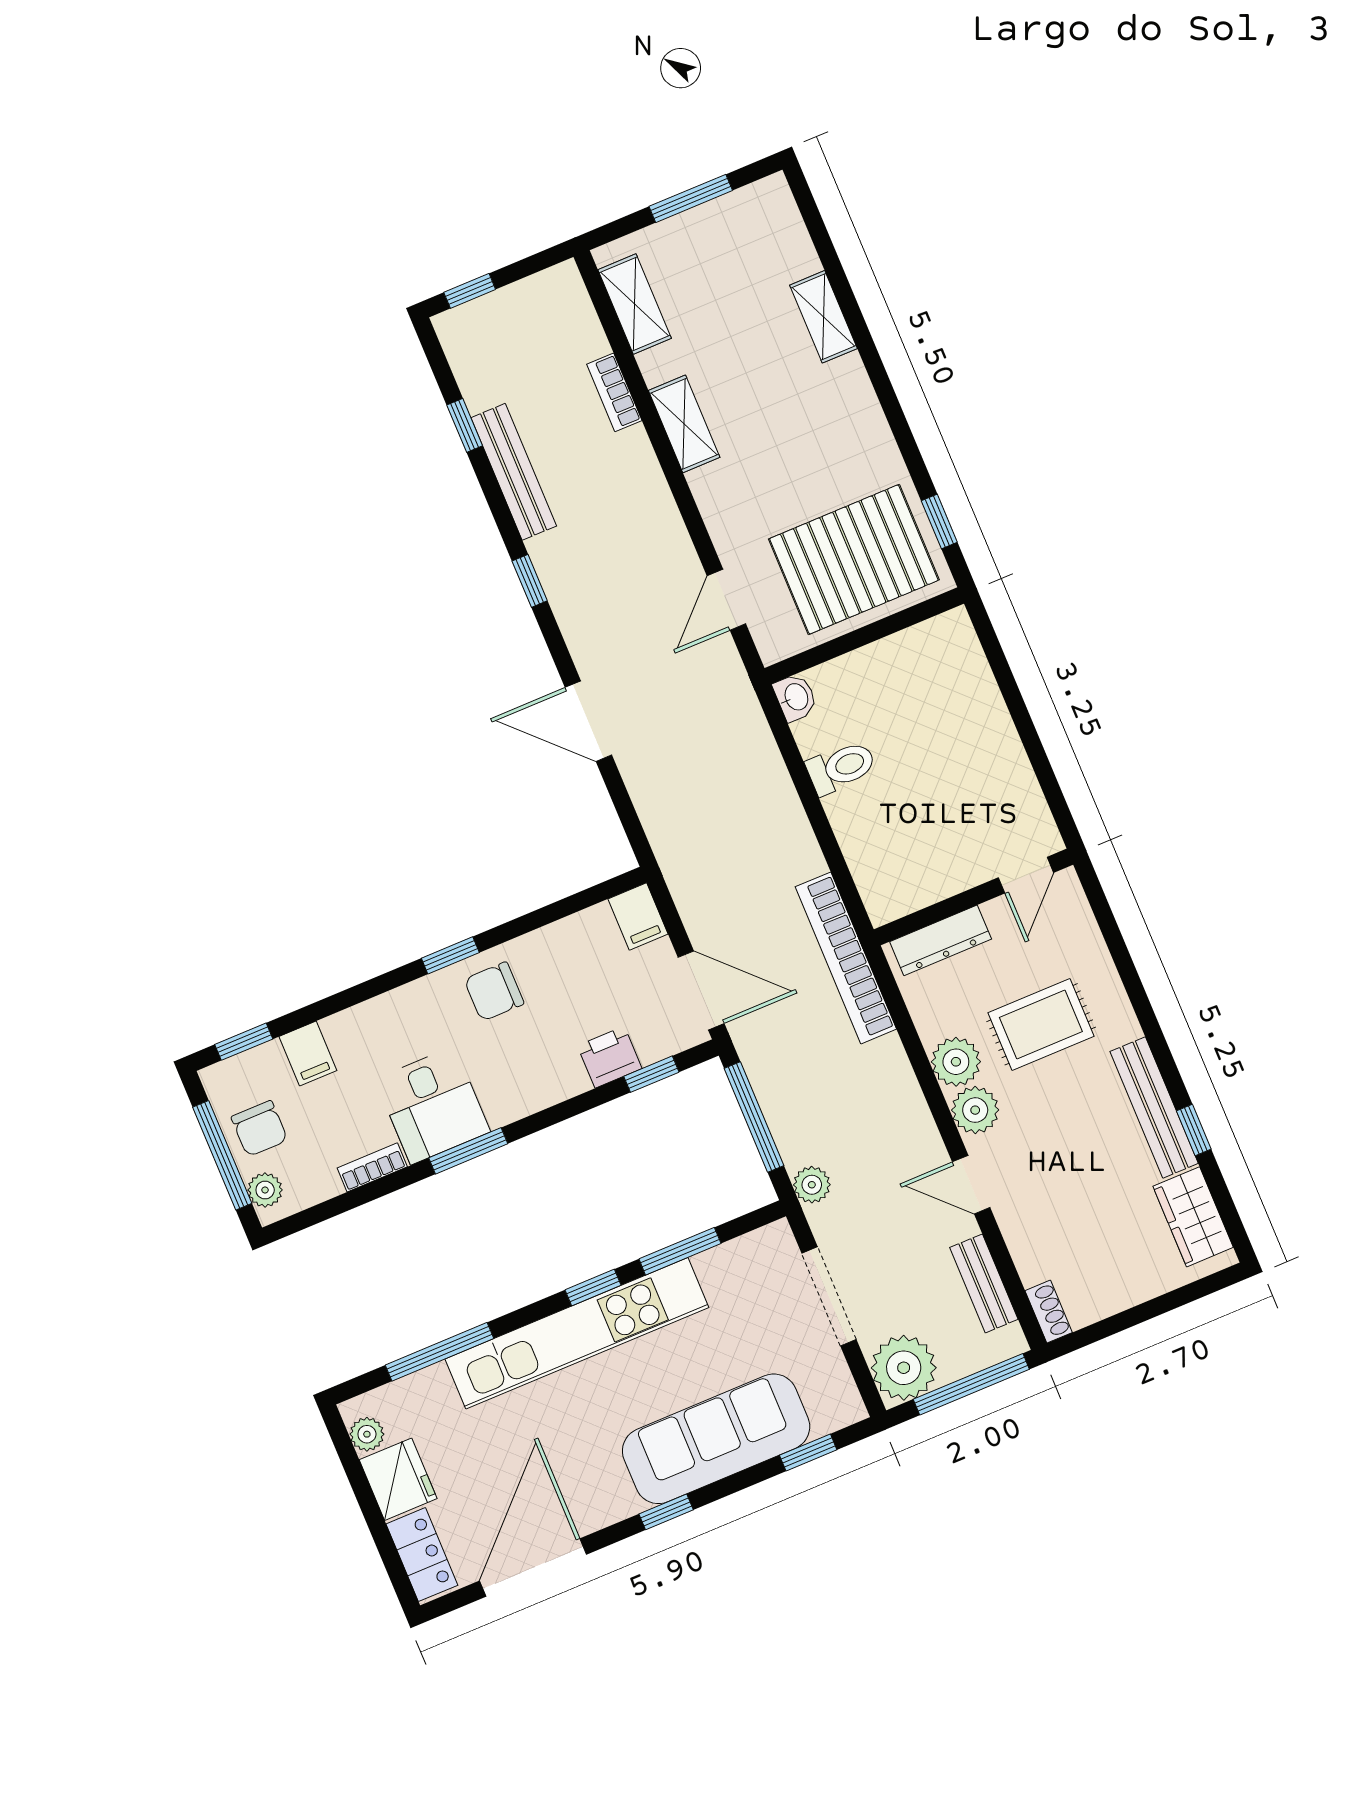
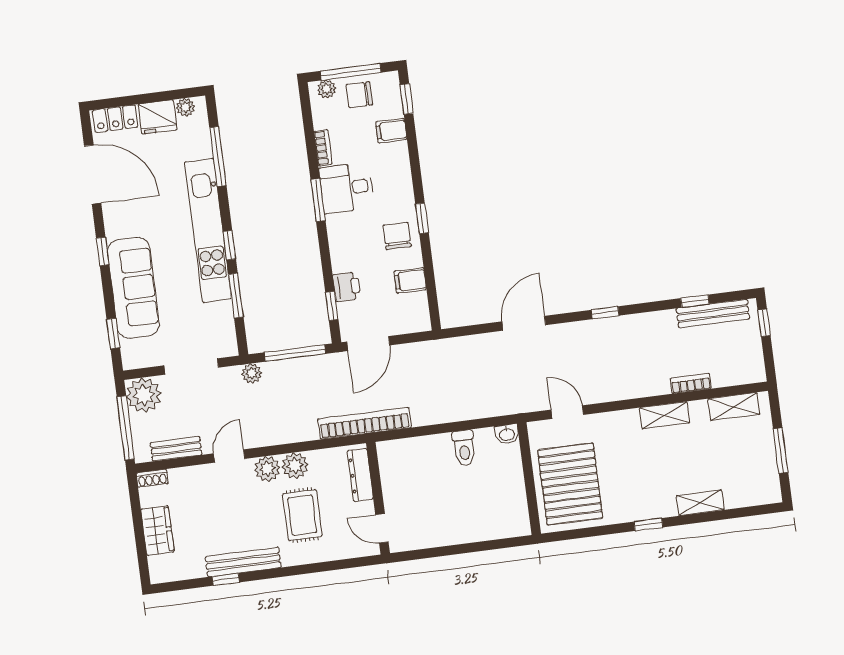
bench: (514, 472) -> (713, 314), moved
window: (939, 522) -> (648, 524), moved
filing cabinet: (638, 916) -> (410, 280), moved
wardrobe: (1193, 1217) -> (157, 531), moved, turned 90

